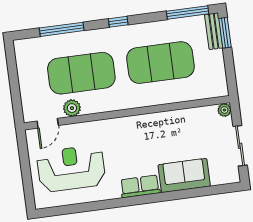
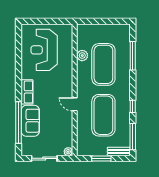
window: (118, 22) -> (133, 106), moved
window: (225, 33) -> (101, 158), moved
door: (48, 123) -> (75, 104), moved
reception desk: (71, 168) -> (44, 50), turned 180
window: (189, 193) -> (19, 122), added

